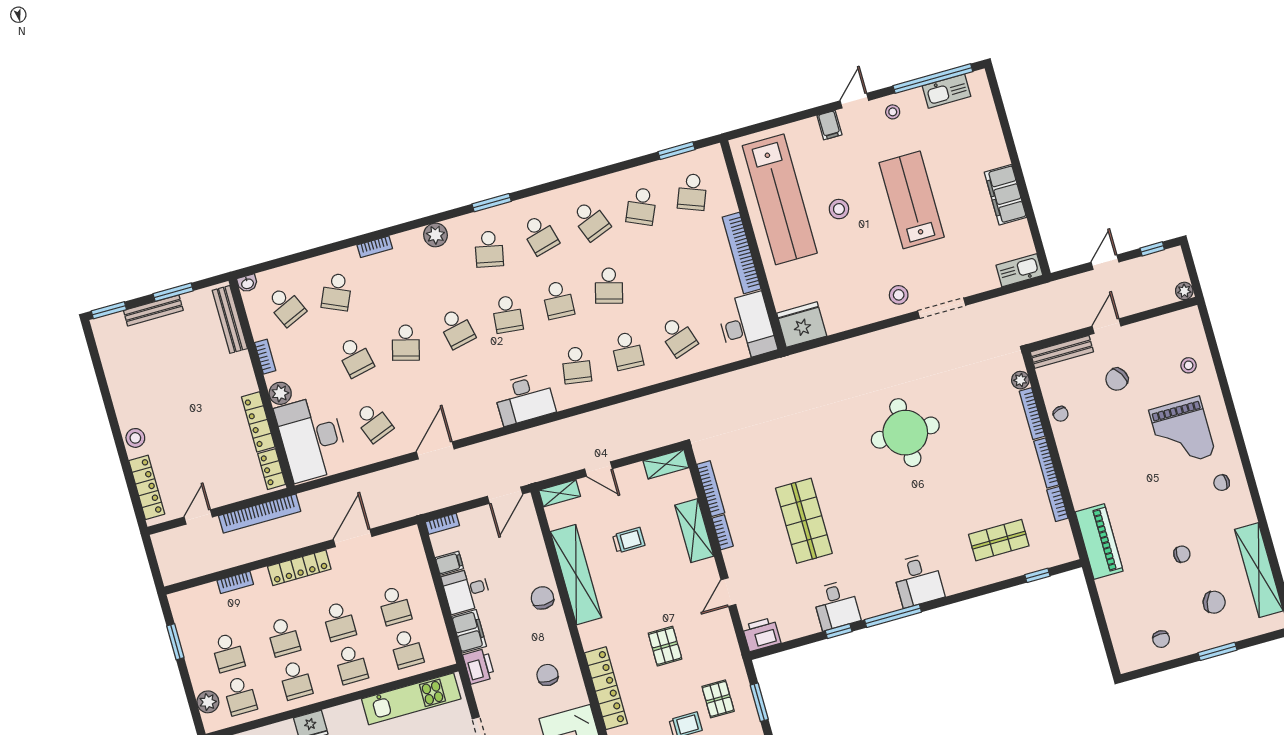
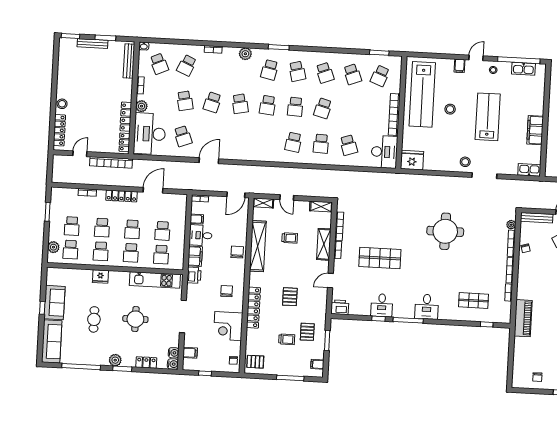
school desk: (641, 206) -> (352, 74), turned -45
desk: (524, 399) -> (262, 150), removed
shop shelf: (804, 521) -> (380, 258), turned 90

